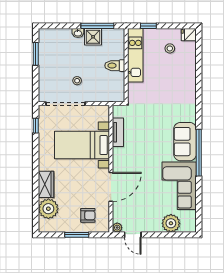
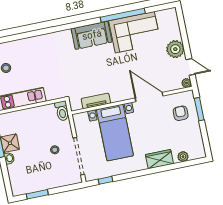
toilet: (115, 66) -> (62, 111), moved
window: (199, 153) -> (123, 15), moved
plant: (48, 209) -> (183, 157), width x0.53, depth x0.53
plant: (171, 223) -> (175, 49), moved
window: (77, 235) -> (199, 109), moved
door: (133, 235) -> (190, 67), hinge flipped

